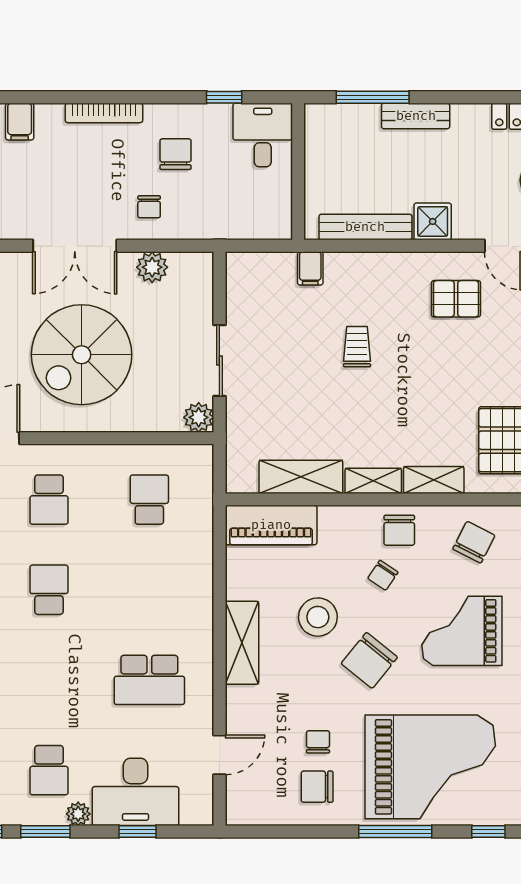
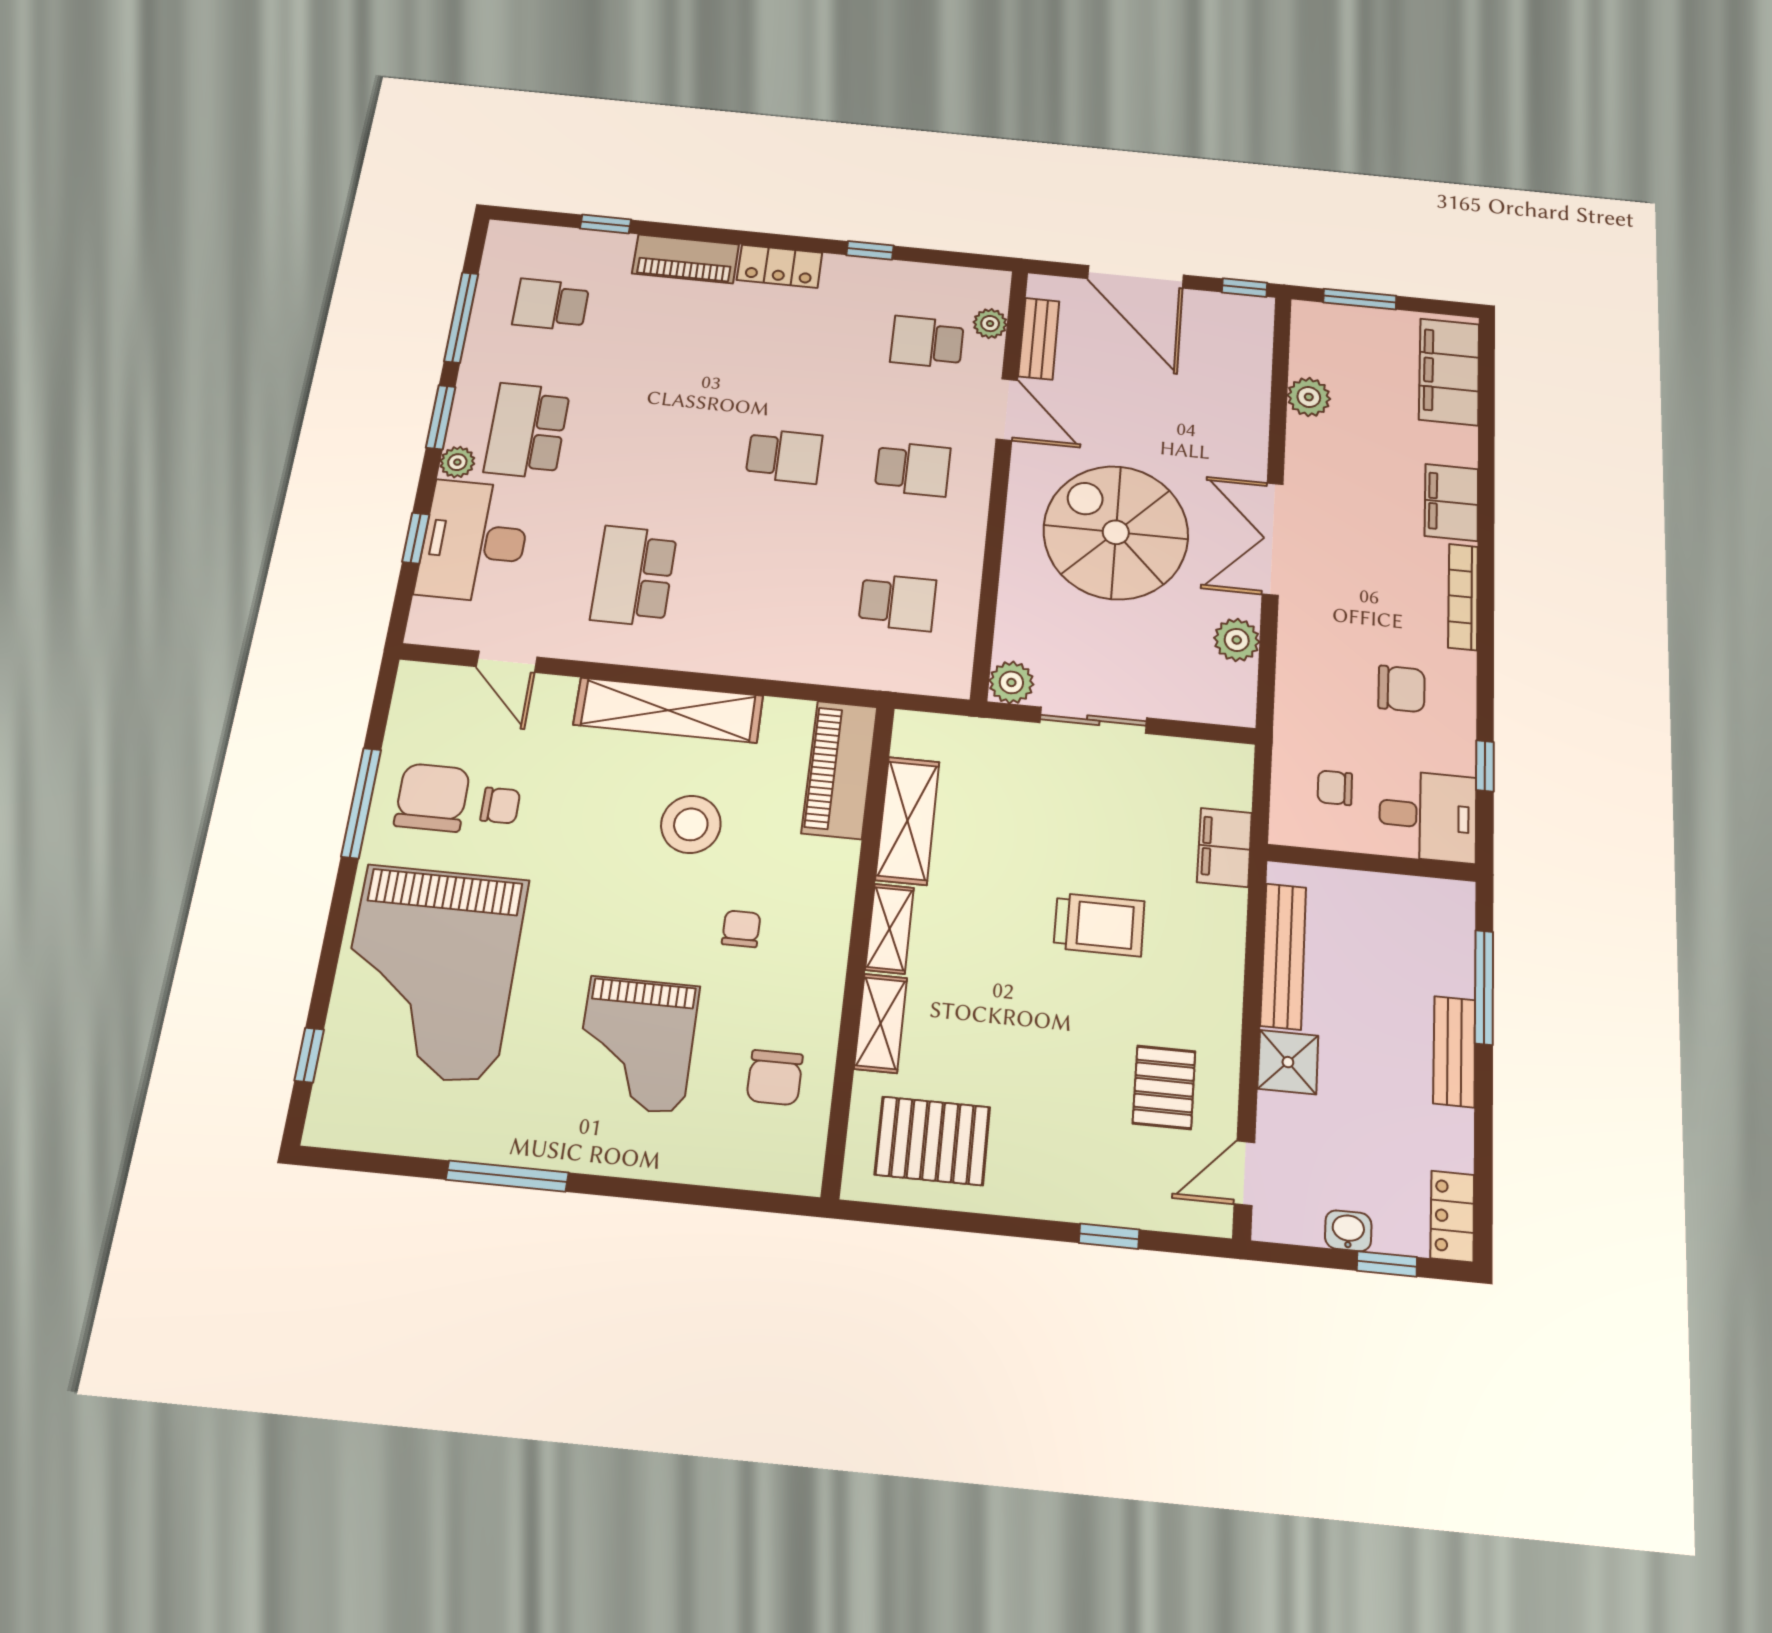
filing cabinet: (20, 122) -> (1451, 502), width x2.00
chair: (149, 207) -> (1335, 788), moved
filing cabinet: (310, 268) -> (1224, 847), width x2.00
trolley: (357, 347) -> (1099, 925), width x1.36, depth x1.39
school desk: (49, 500) -> (913, 469), turned 180
chair: (399, 530) -> (808, 961), removed
chair: (474, 542) -> (775, 1078), turned 63
chair: (383, 575) -> (741, 929), turned 56
grand piano: (462, 631) -> (636, 1044), turned 180
shelving: (242, 643) -> (668, 710), width x1.47
chair: (369, 660) -> (612, 895), removed
school desk: (49, 770) -> (527, 431), width x1.85
chair: (317, 787) -> (432, 797), width x1.37, depth x1.37
window: (395, 832) -> (361, 803), moved

